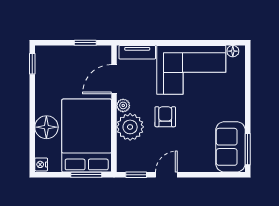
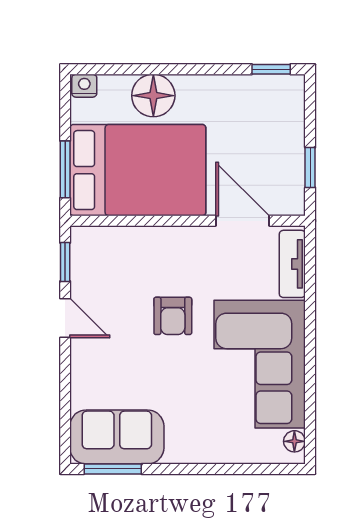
plant: (123, 105) -> (194, 238), removed
armchair: (165, 117) -> (173, 316), turned 90
plant: (130, 127) -> (154, 251), removed

